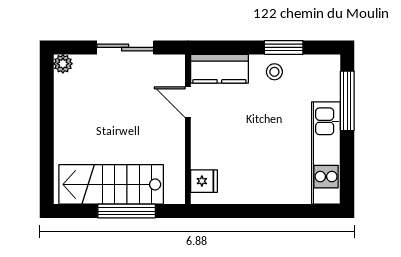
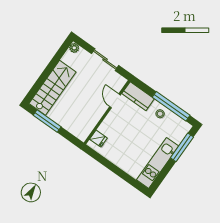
window: (284, 47) -> (171, 106), width x2.11
stairs: (111, 184) -> (52, 88), moved, turned 90
window: (127, 211) -> (47, 121), moved

